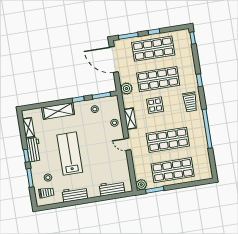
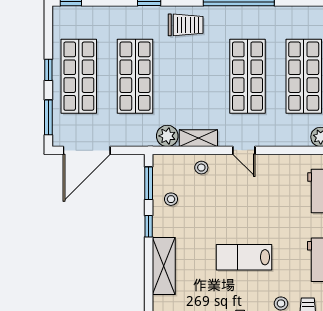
plant: (126, 89) -> (167, 136), moved
display table: (155, 105) -> (181, 89), removed
door: (127, 144) -> (244, 150), hinge flipped
lab bench: (70, 154) -> (244, 257), width x0.73, depth x0.72

